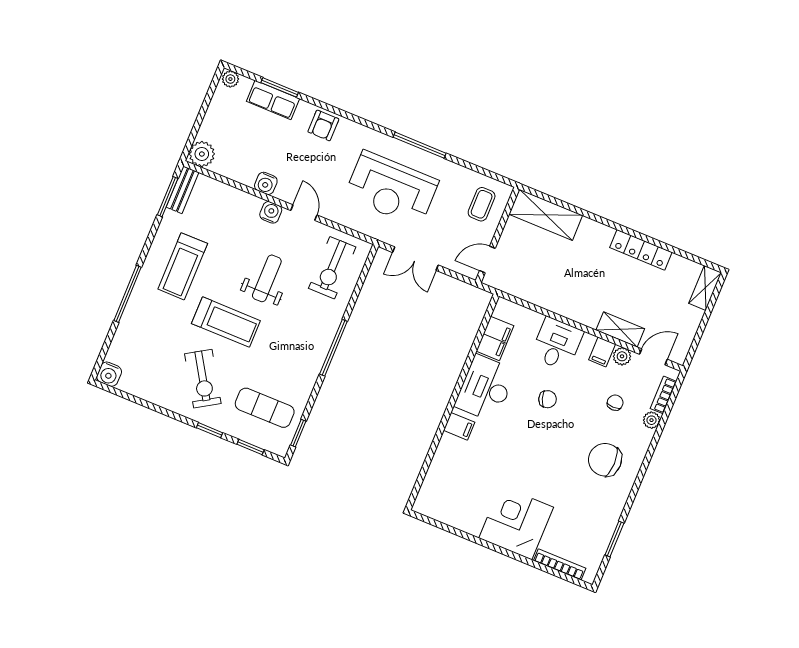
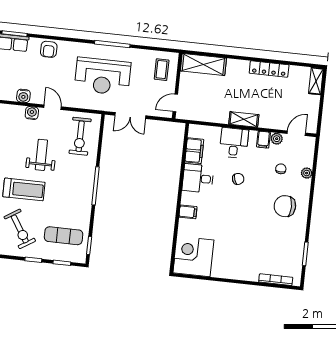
shelving: (620, 329) -> (244, 119), moved
desk: (485, 388) -> (198, 178), width x0.73
bookcase: (663, 395) -> (309, 155), removed
corner desk: (516, 523) -> (193, 256), moved

